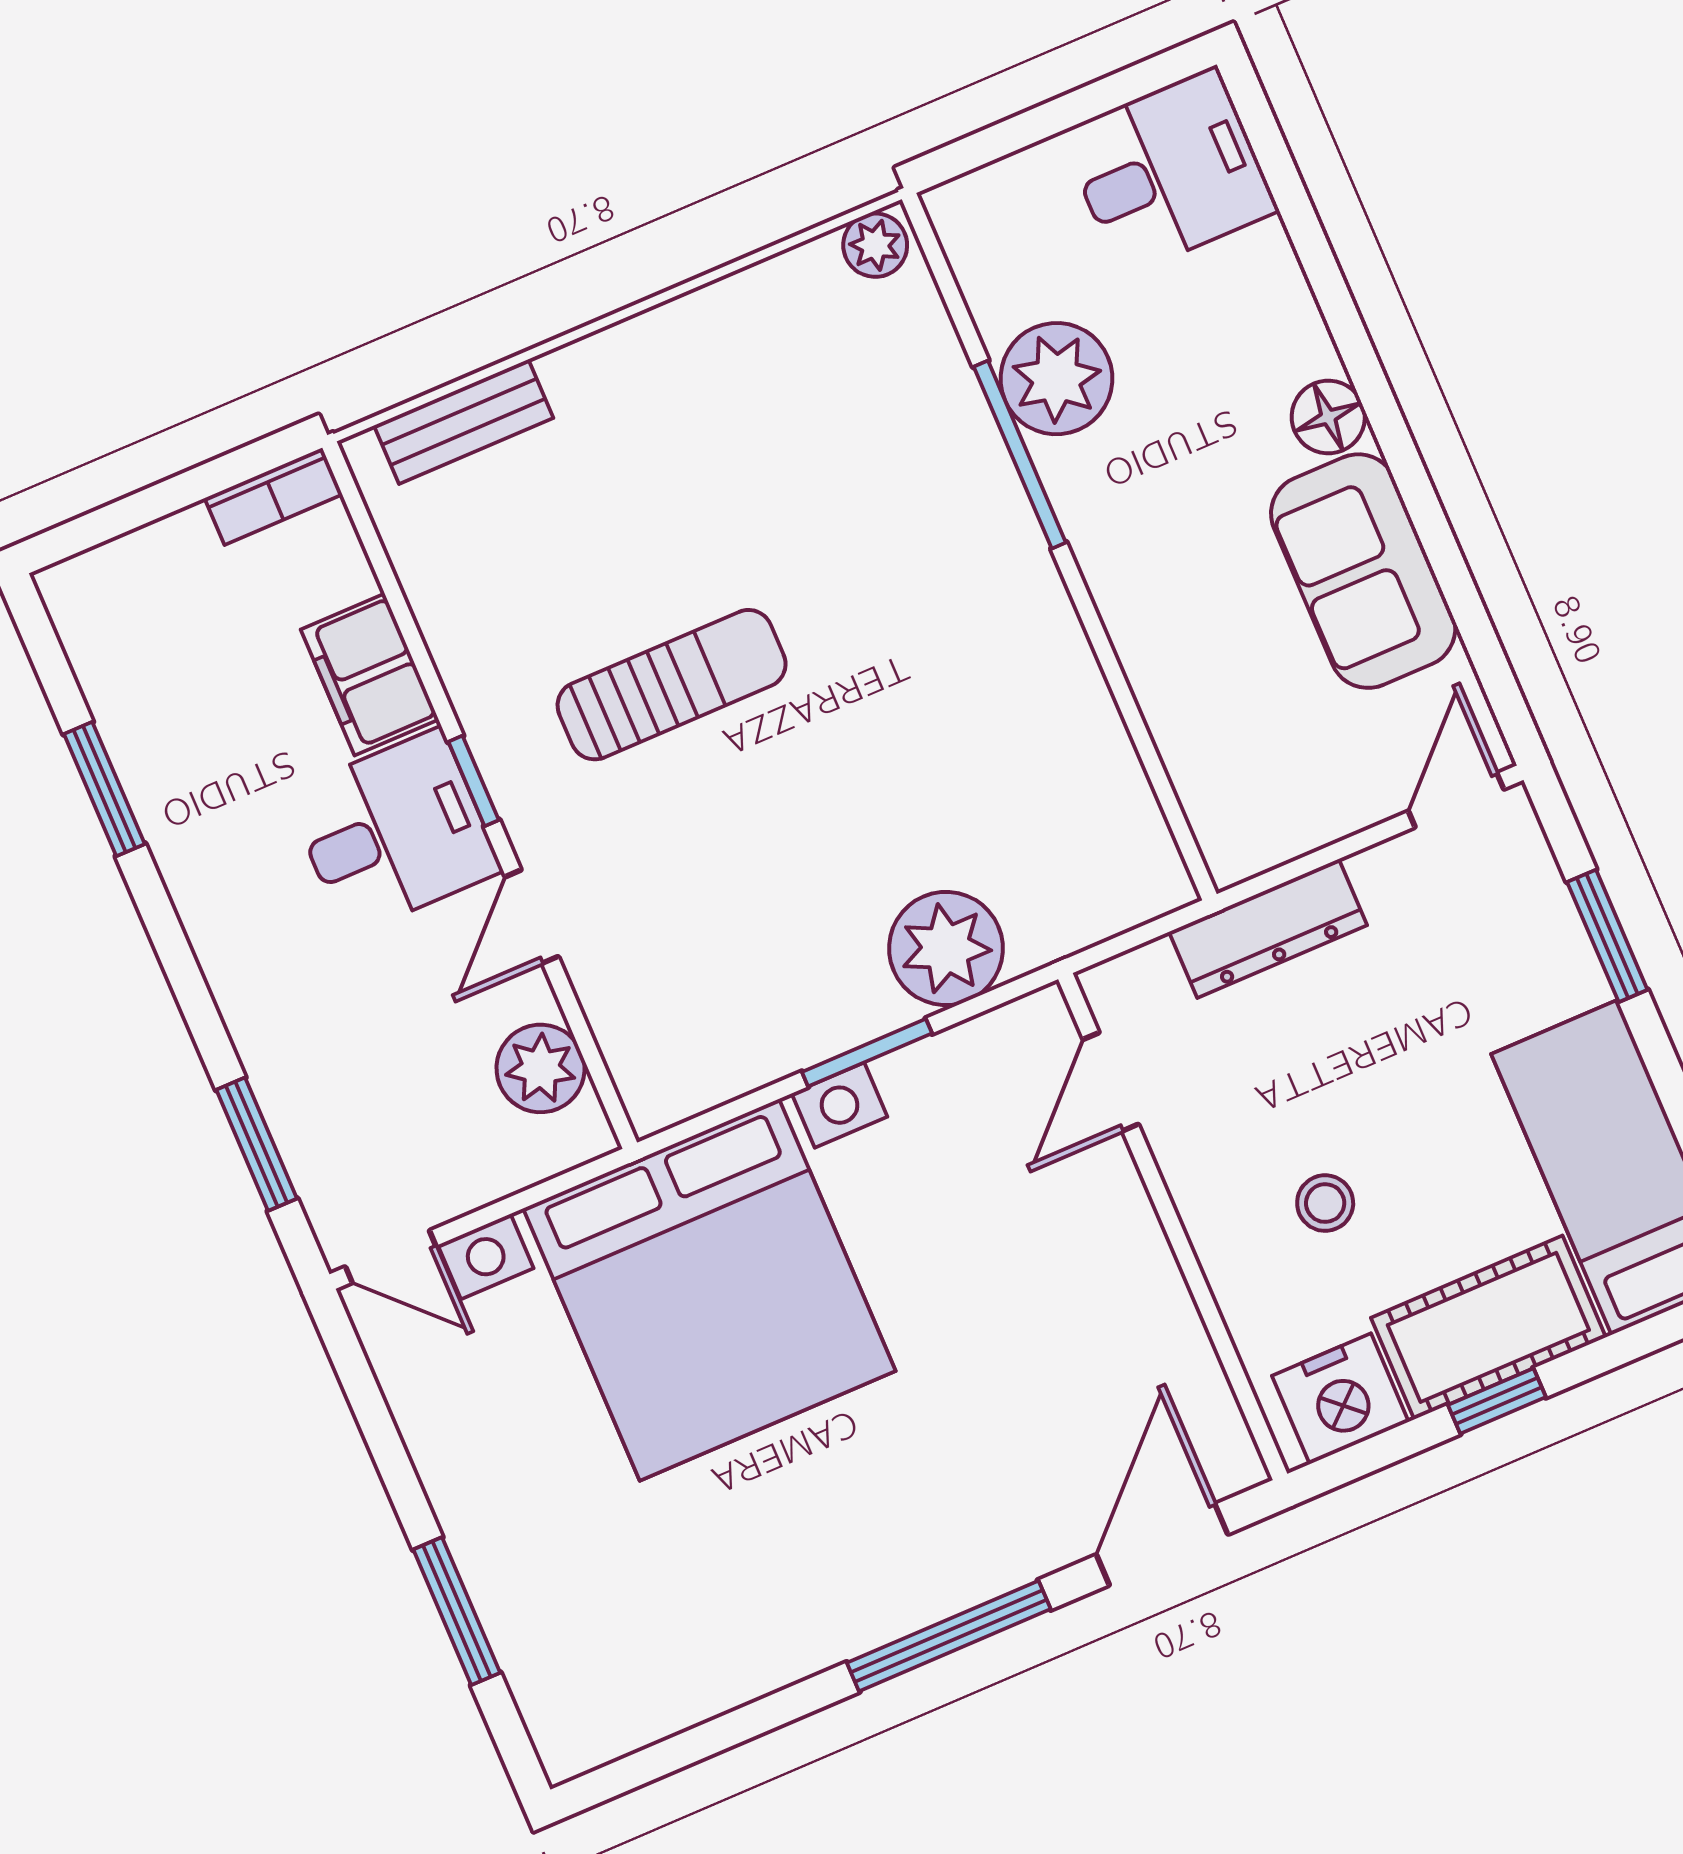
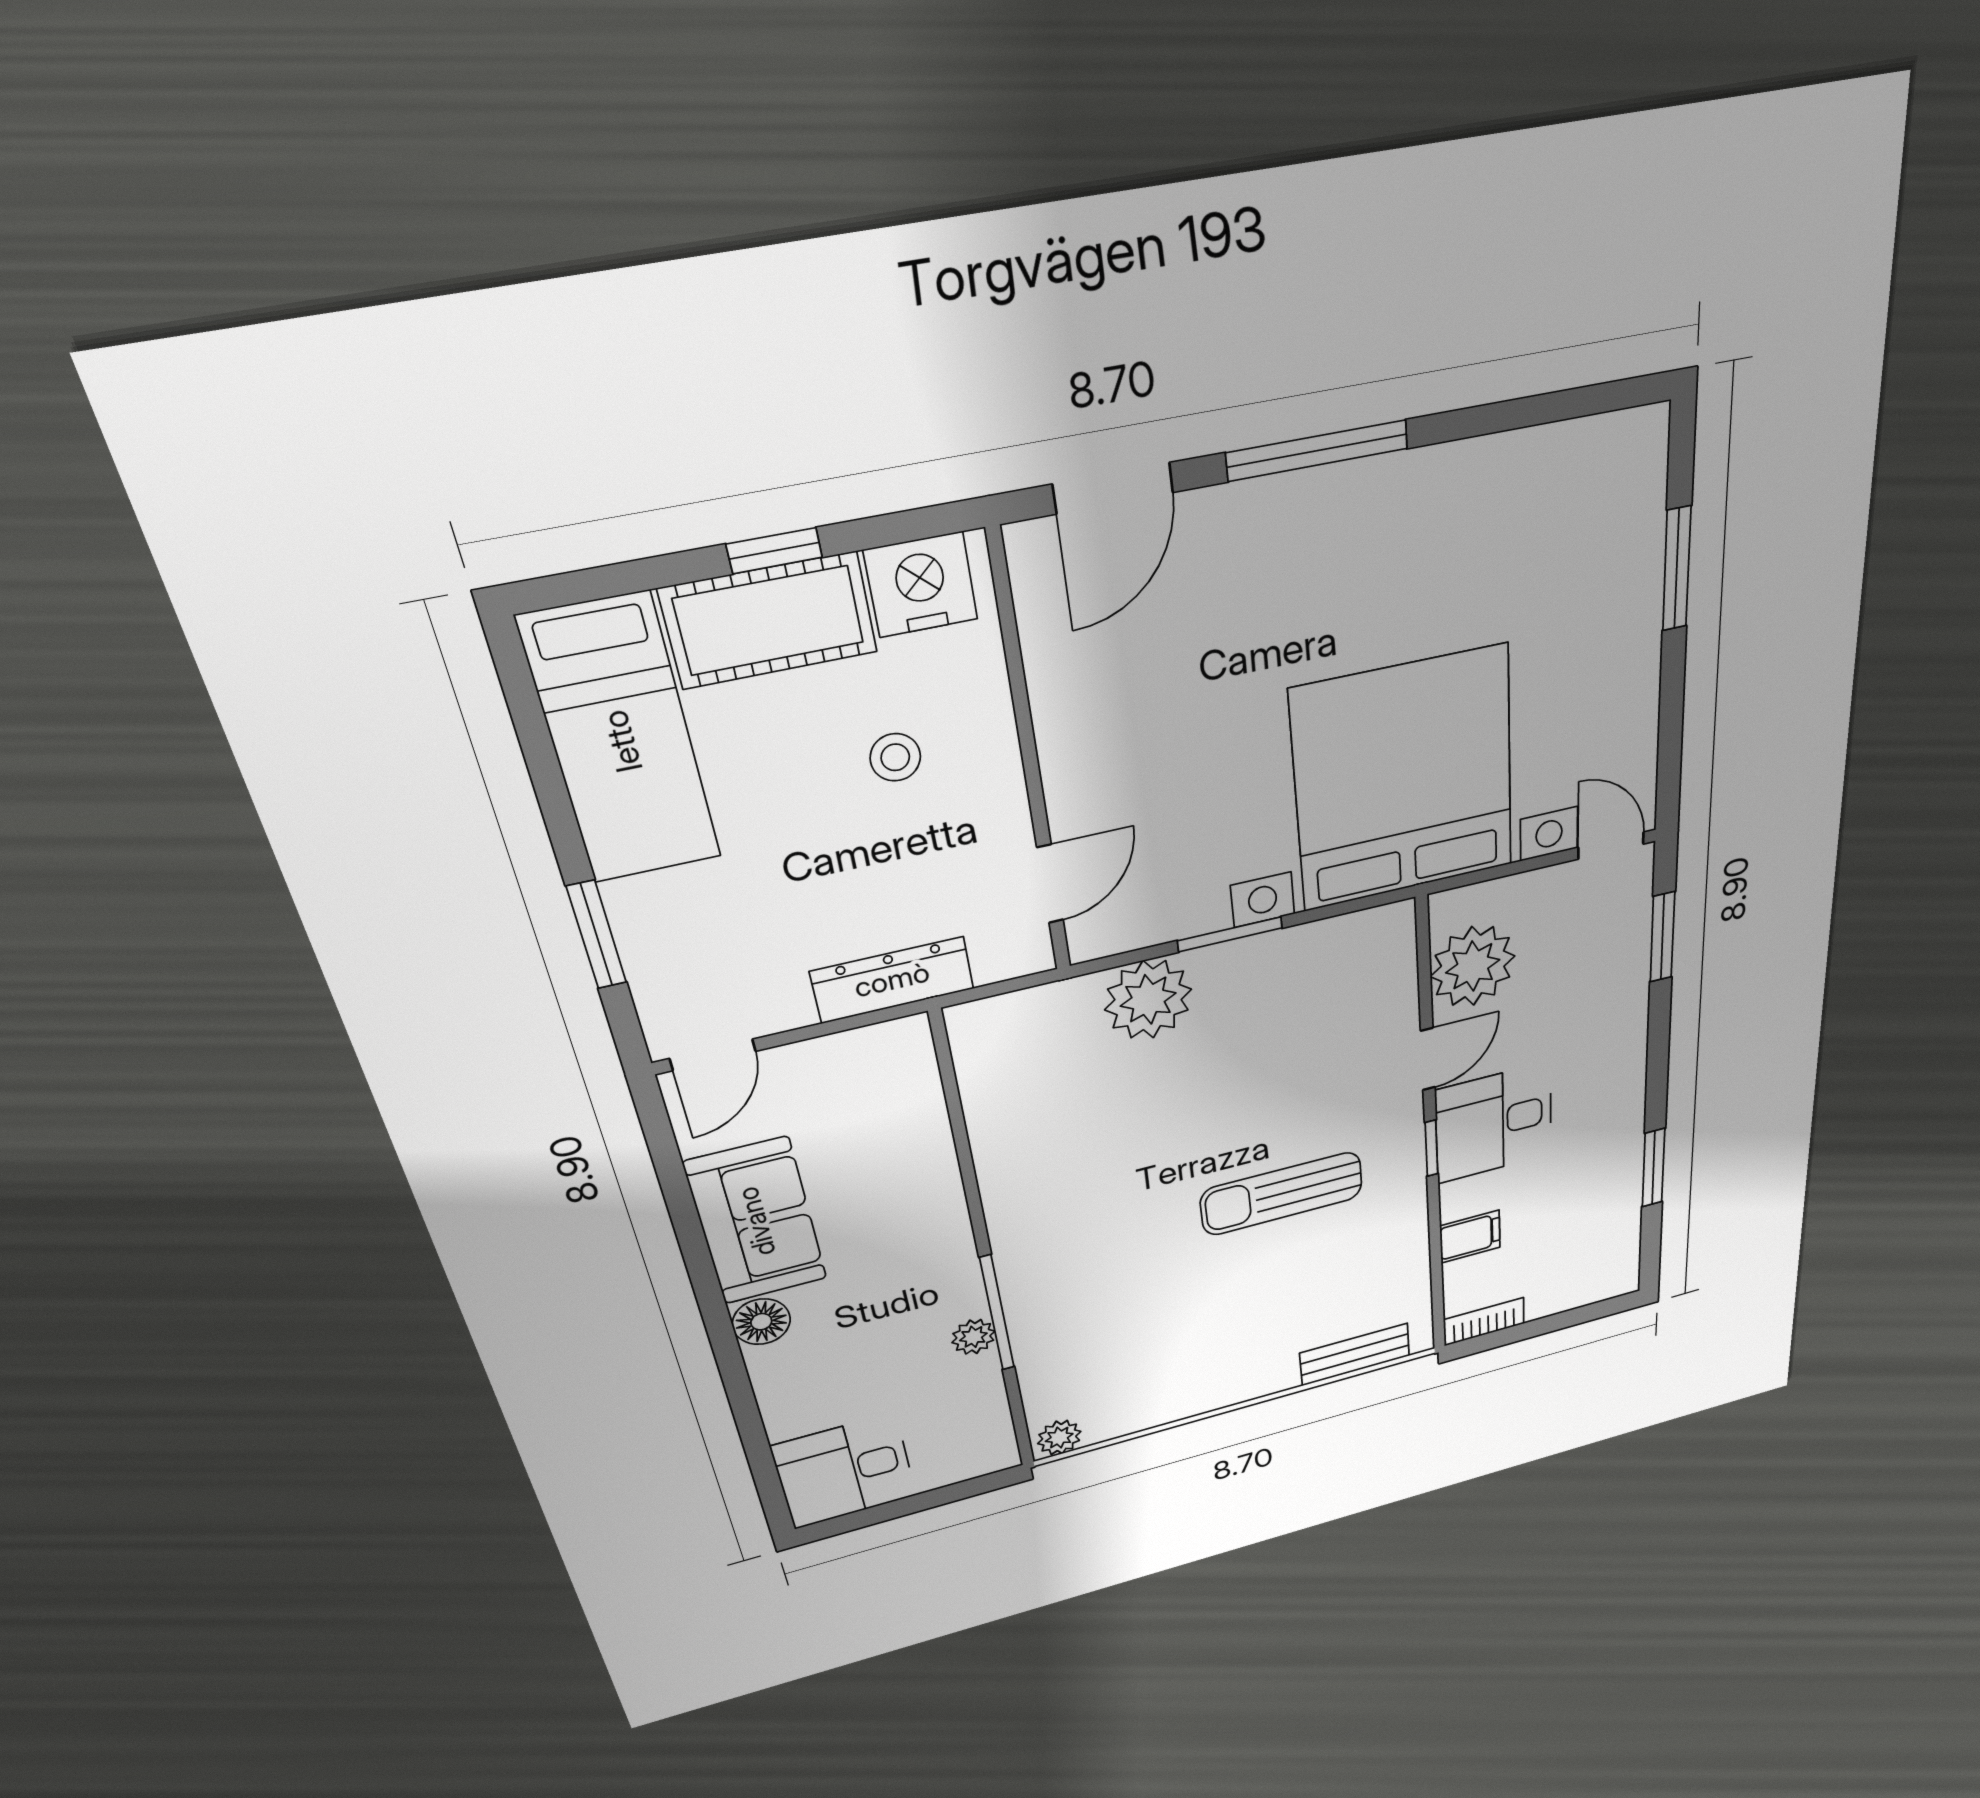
plant: (1056, 379) -> (973, 1337), width x0.53, depth x0.53
filing cabinet: (370, 674) -> (1470, 1237), width x0.50
plant: (541, 1068) -> (1473, 966), width x1.36, depth x1.36

